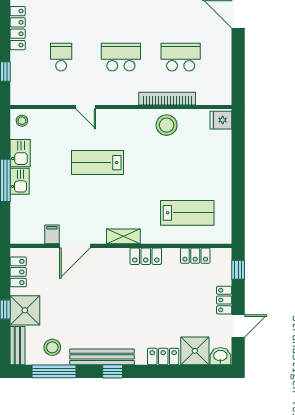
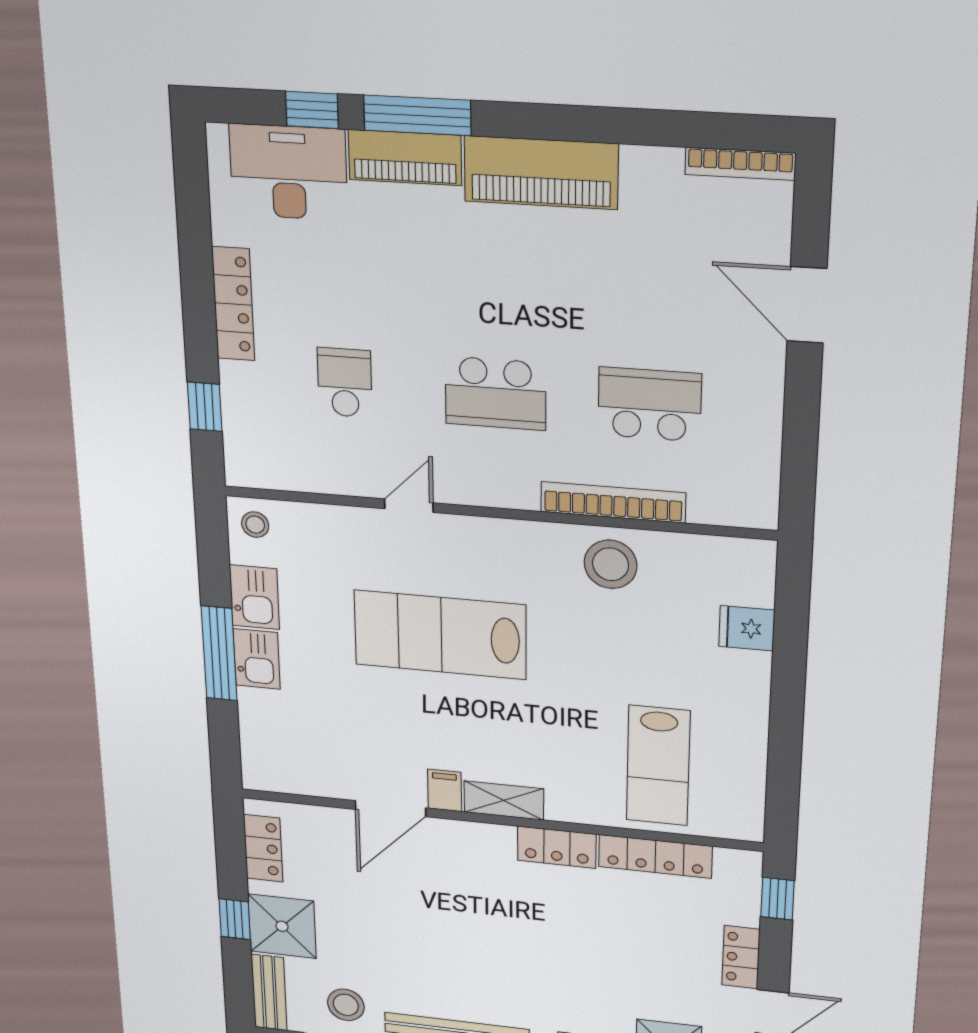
school desk: (121, 57) -> (495, 393), turned 180
door: (86, 107) -> (409, 506), swing flipped
fridge: (221, 120) -> (747, 628), moved
lab bench: (97, 163) -> (440, 635), width x1.36, depth x1.39
lab bench: (187, 213) -> (658, 766), turned 90
filing cabinet: (52, 234) -> (445, 790), moved
locker: (195, 256) -> (655, 856), width x1.53

